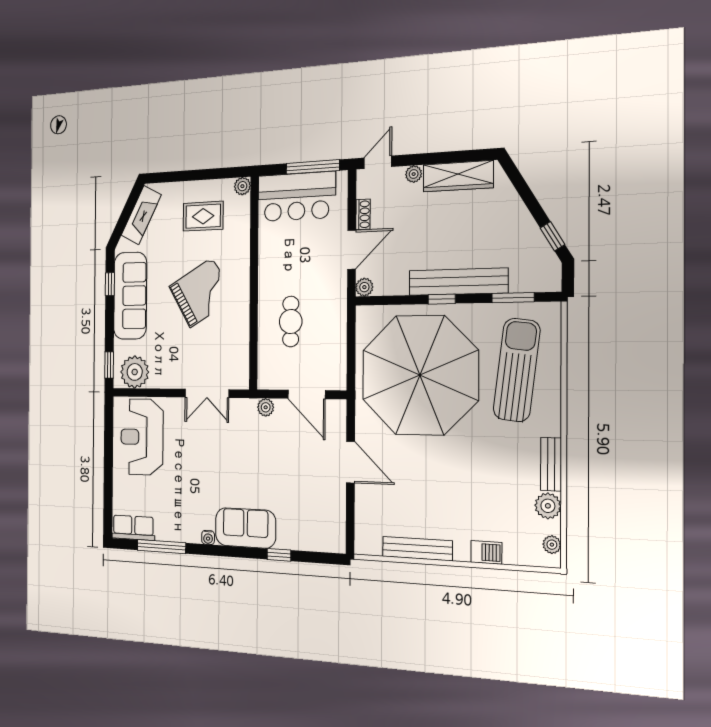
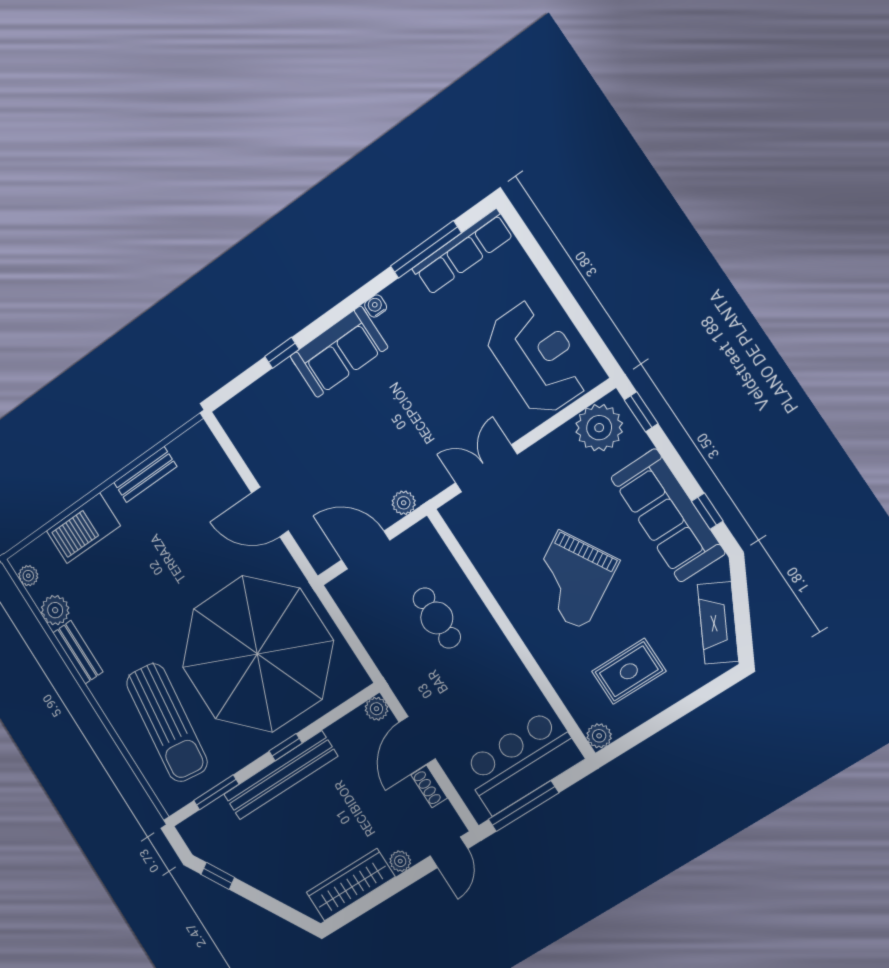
row of seats: (133, 528) -> (463, 252), width x1.48
bench: (417, 549) -> (145, 475), width x0.73
barbecue: (486, 552) -> (83, 528), width x1.88, depth x1.53

